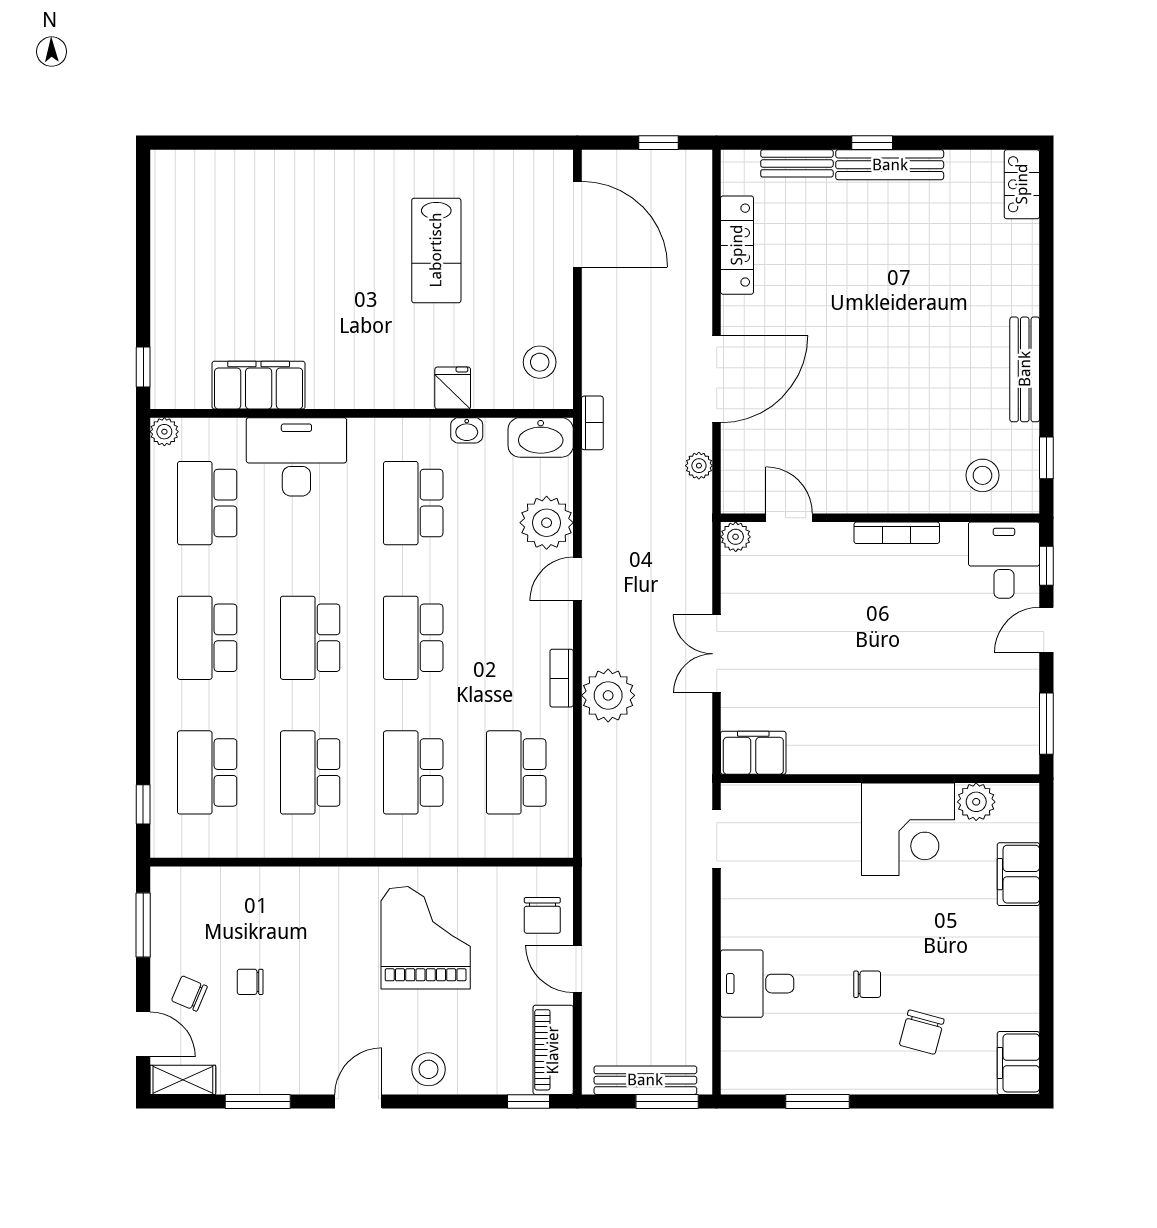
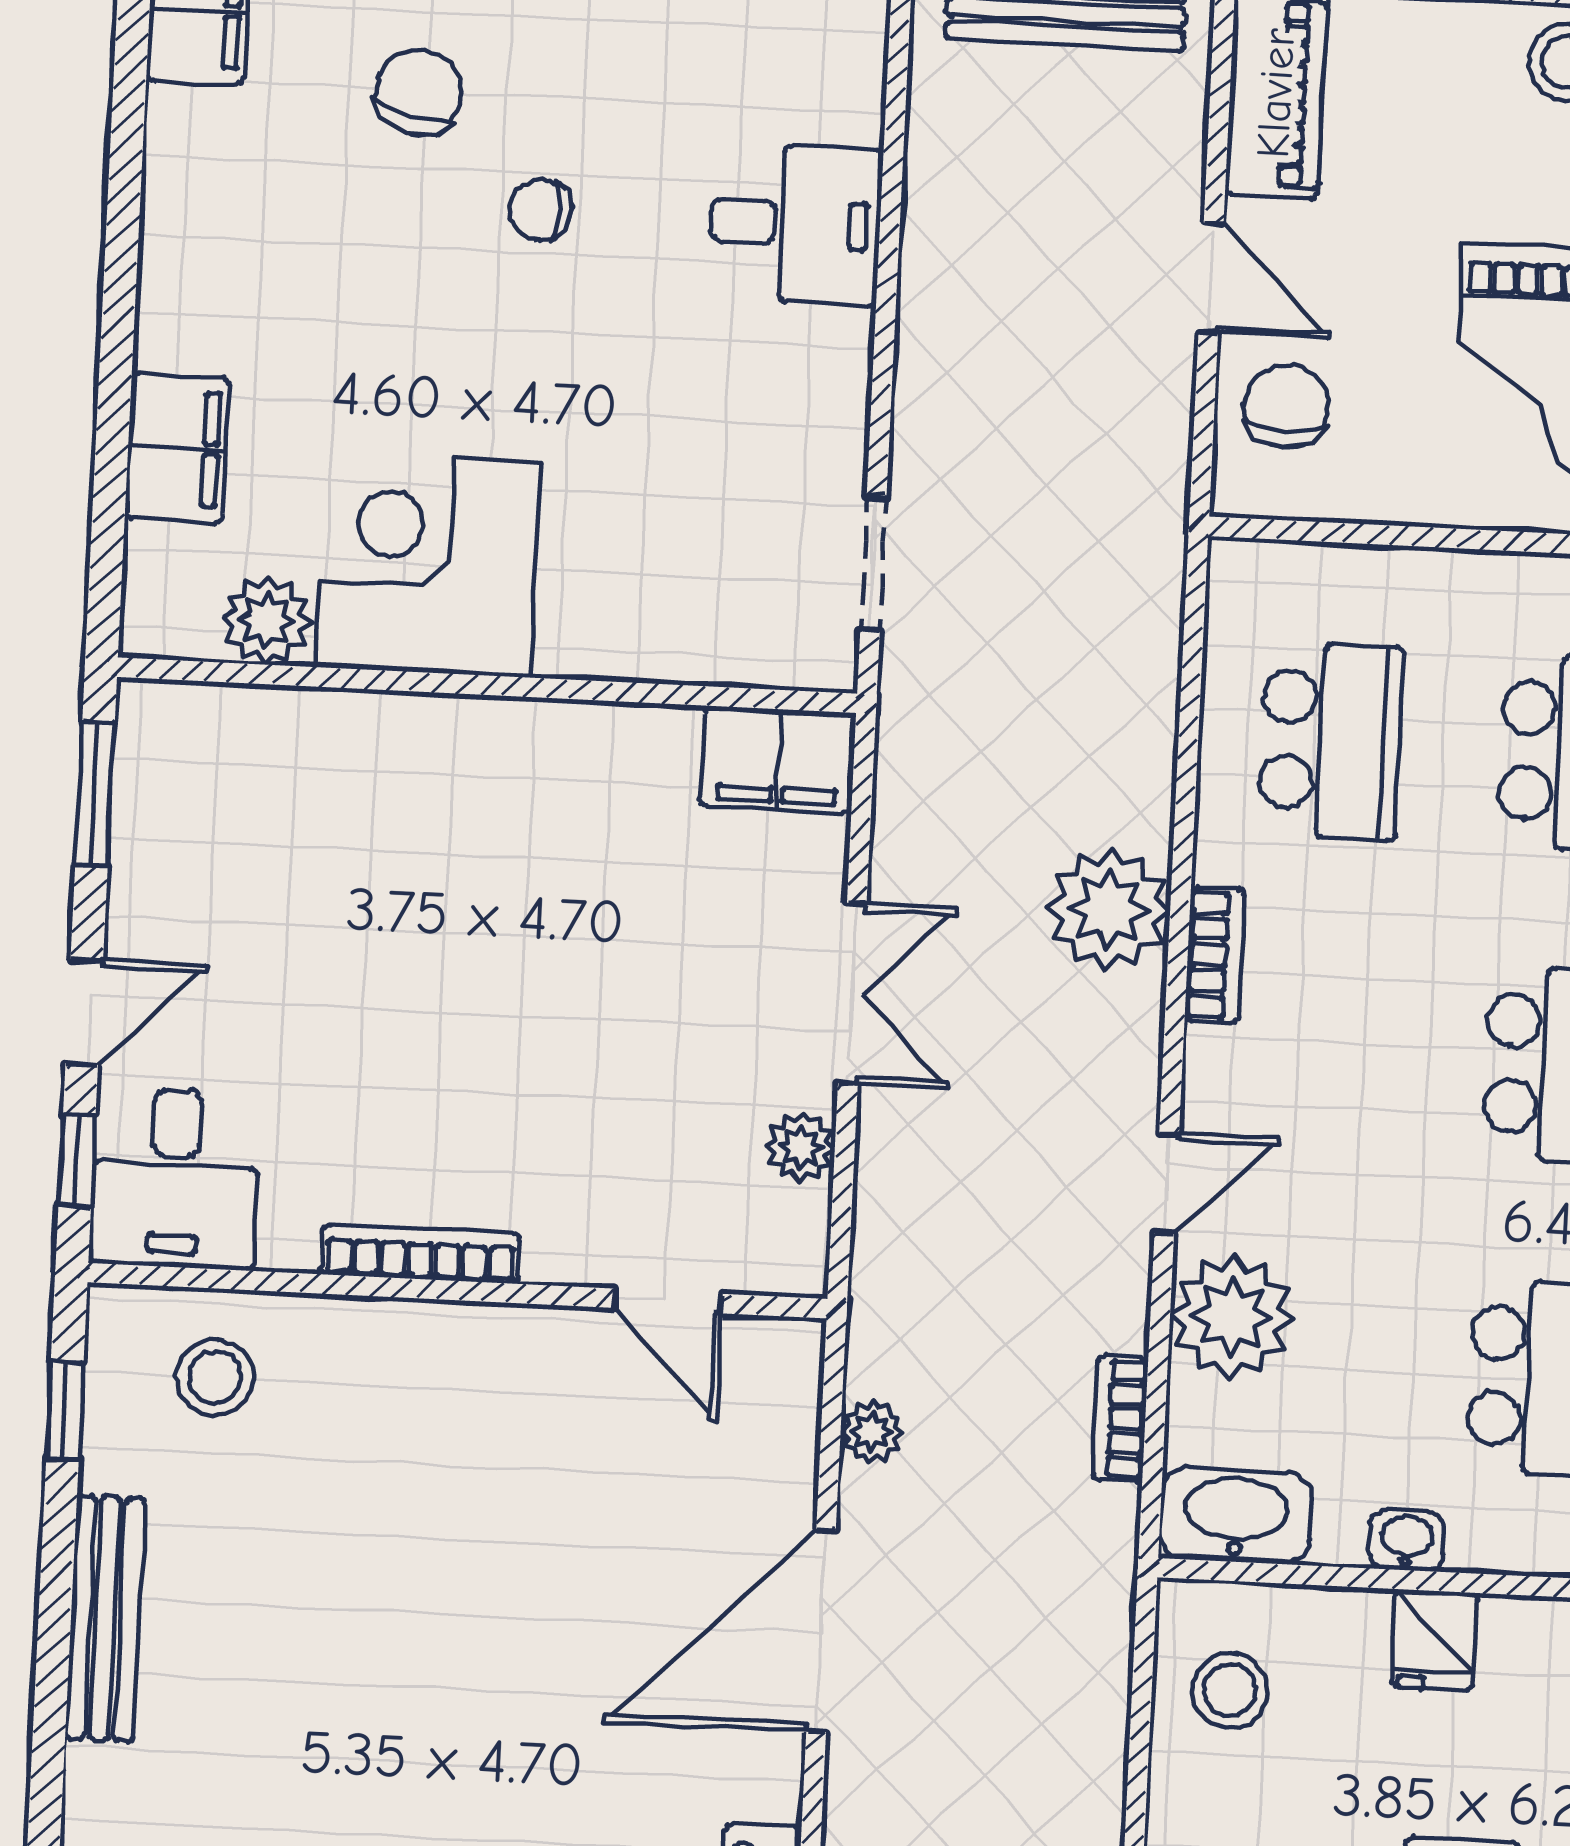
bookcase: (592, 423) -> (1120, 1419), moved
plant: (736, 537) -> (801, 1147), moved

